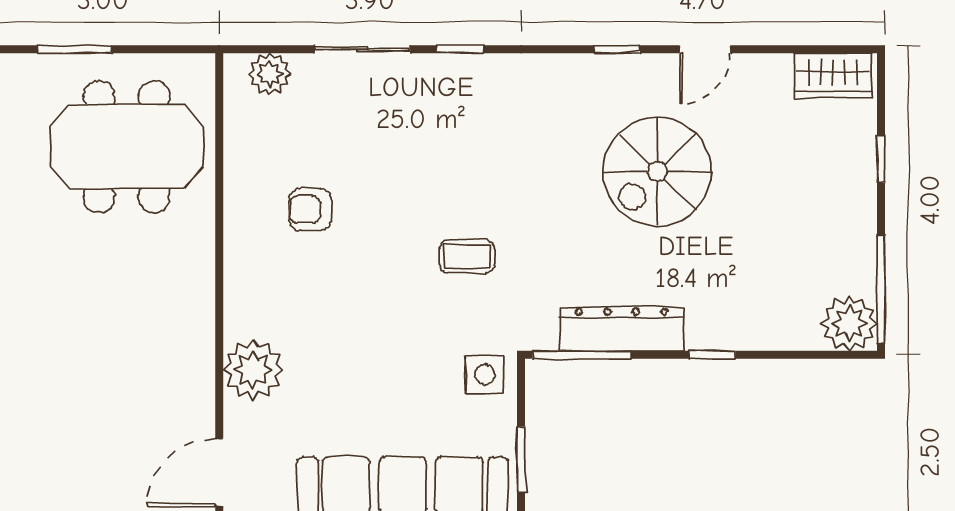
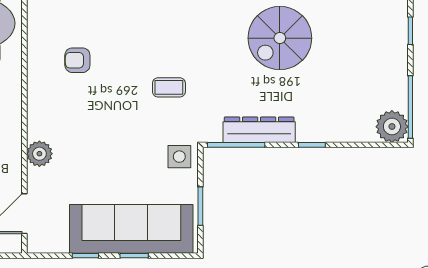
plant: (253, 370) -> (39, 154), width x0.73, depth x0.73

